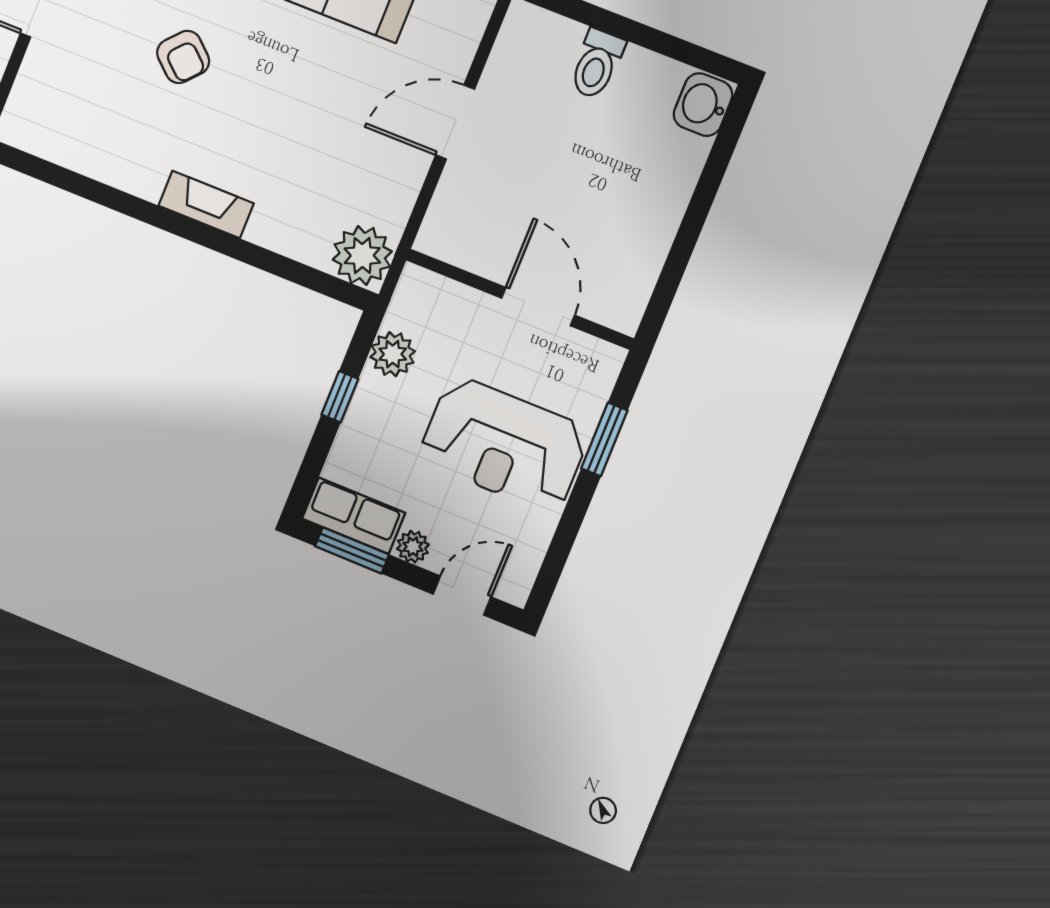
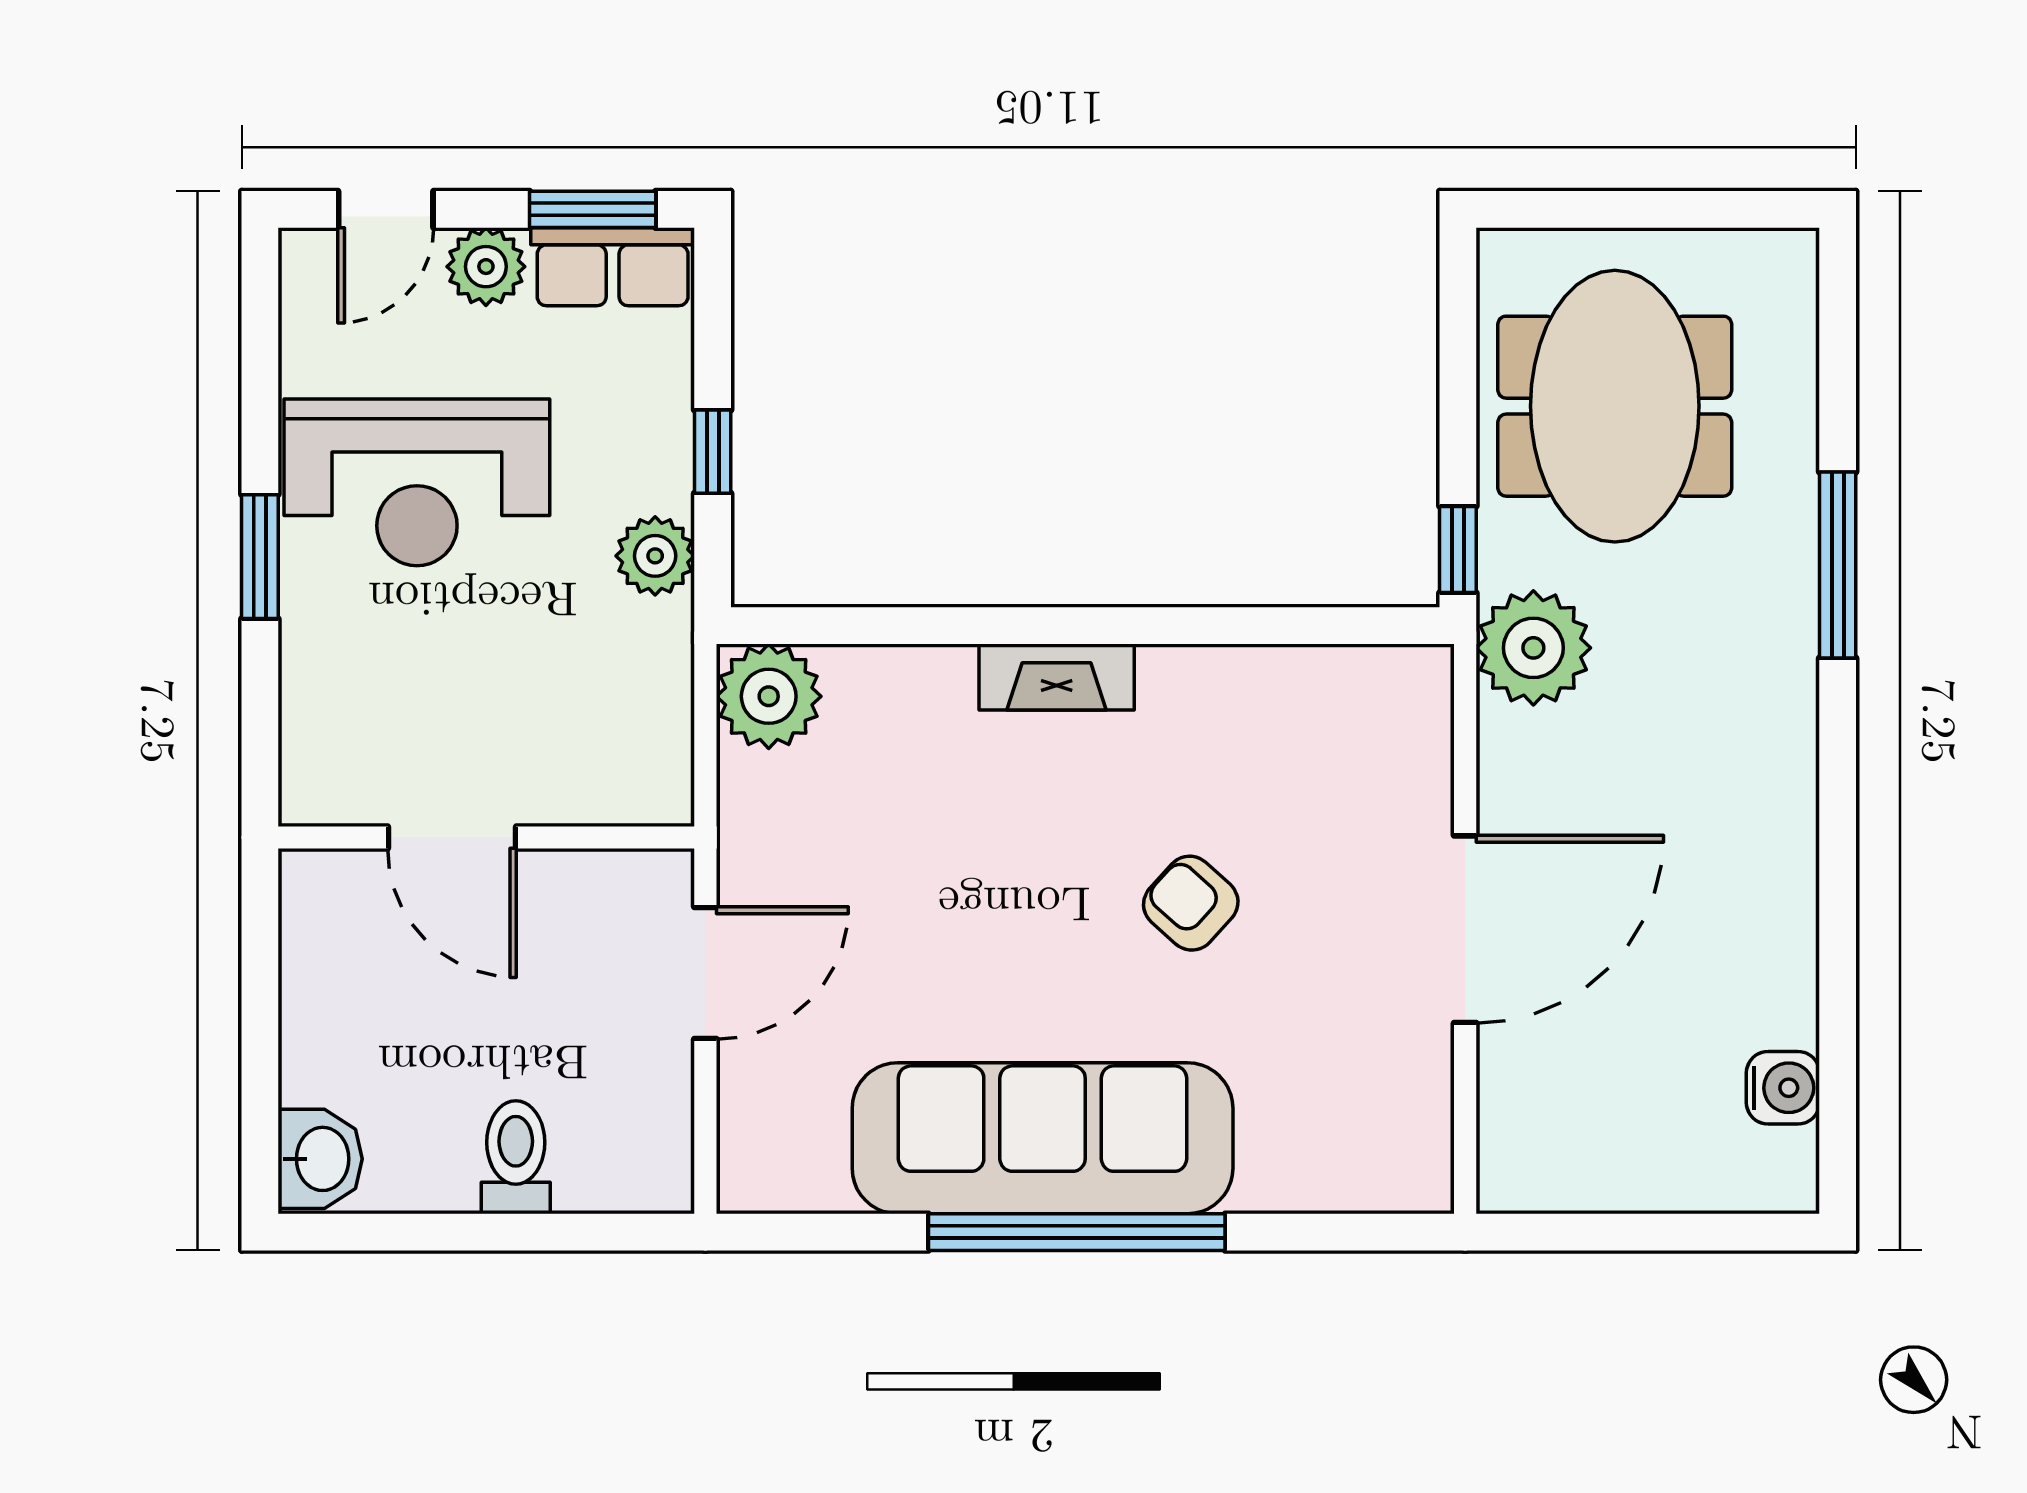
wall: (520, 299) -> (486, 838), moved
door: (538, 307) -> (452, 838), moved
reception desk: (504, 445) -> (417, 482), turned 180
plant: (413, 547) -> (486, 267), width x1.38, depth x1.38

